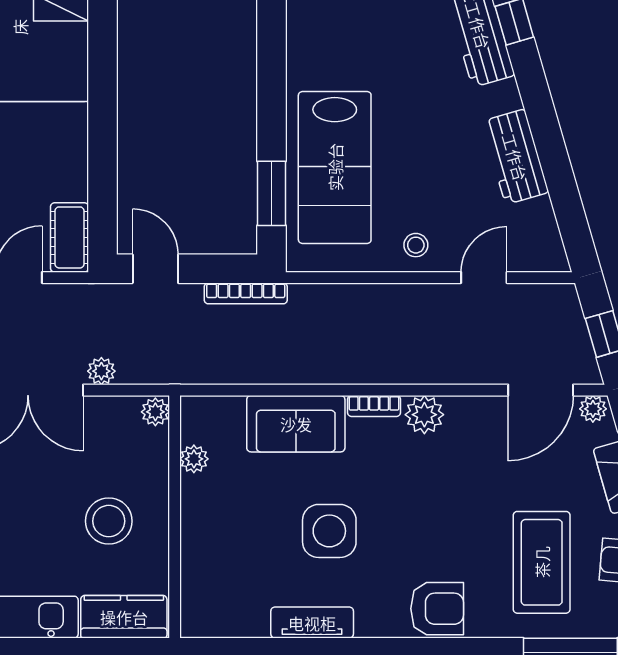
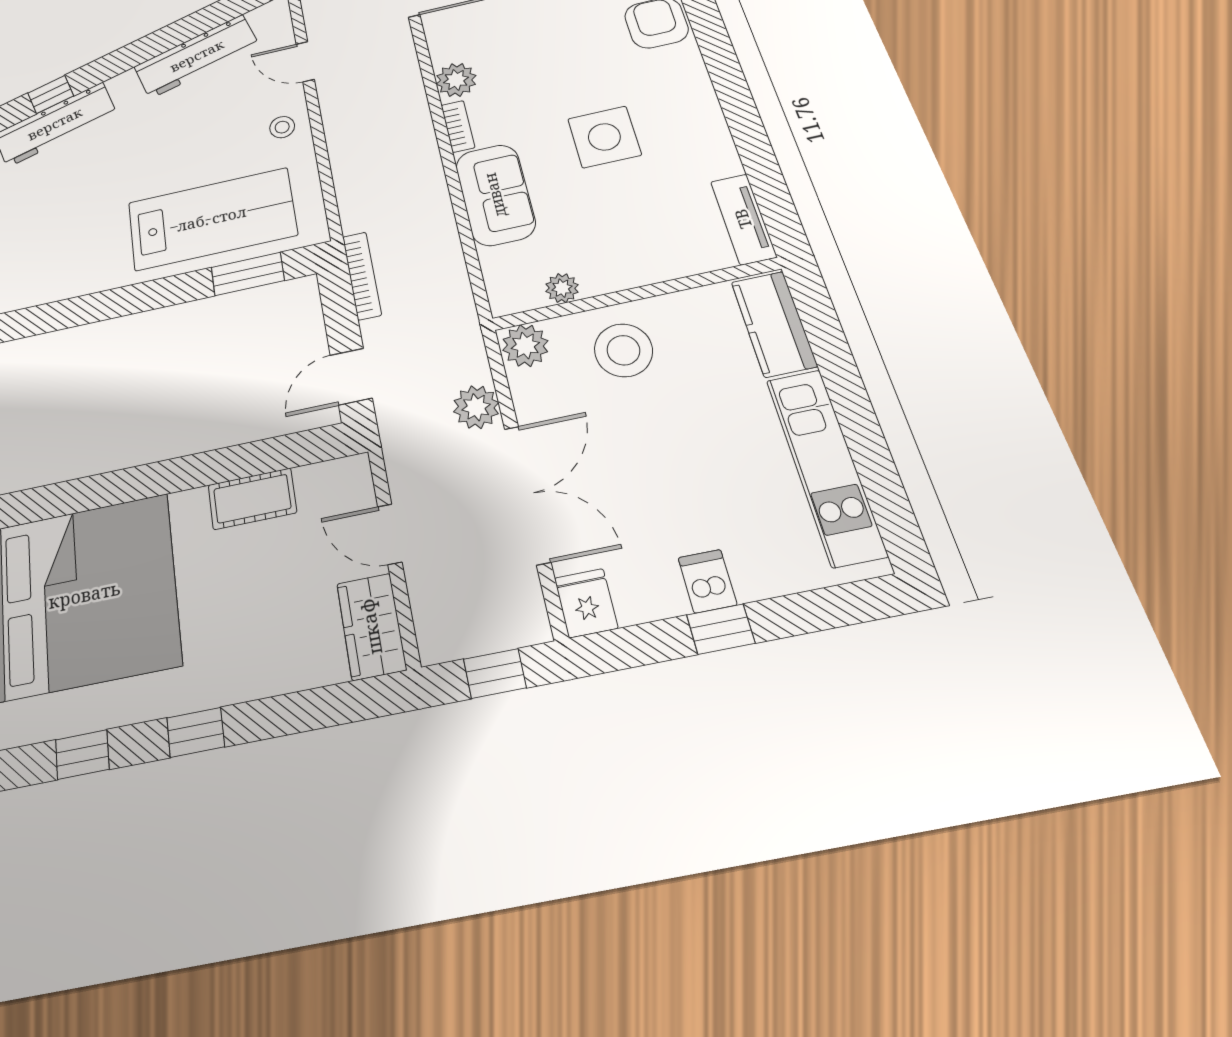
workbench: (515, 157) -> (197, 56), width x1.38
cot: (70, 237) -> (252, 499), moved
plant: (101, 371) -> (476, 407), width x1.38, depth x1.38
plant: (155, 412) -> (525, 346), width x1.38, depth x1.38
stool: (109, 521) -> (623, 350), moved
tv unit: (312, 623) -> (743, 219), moved

